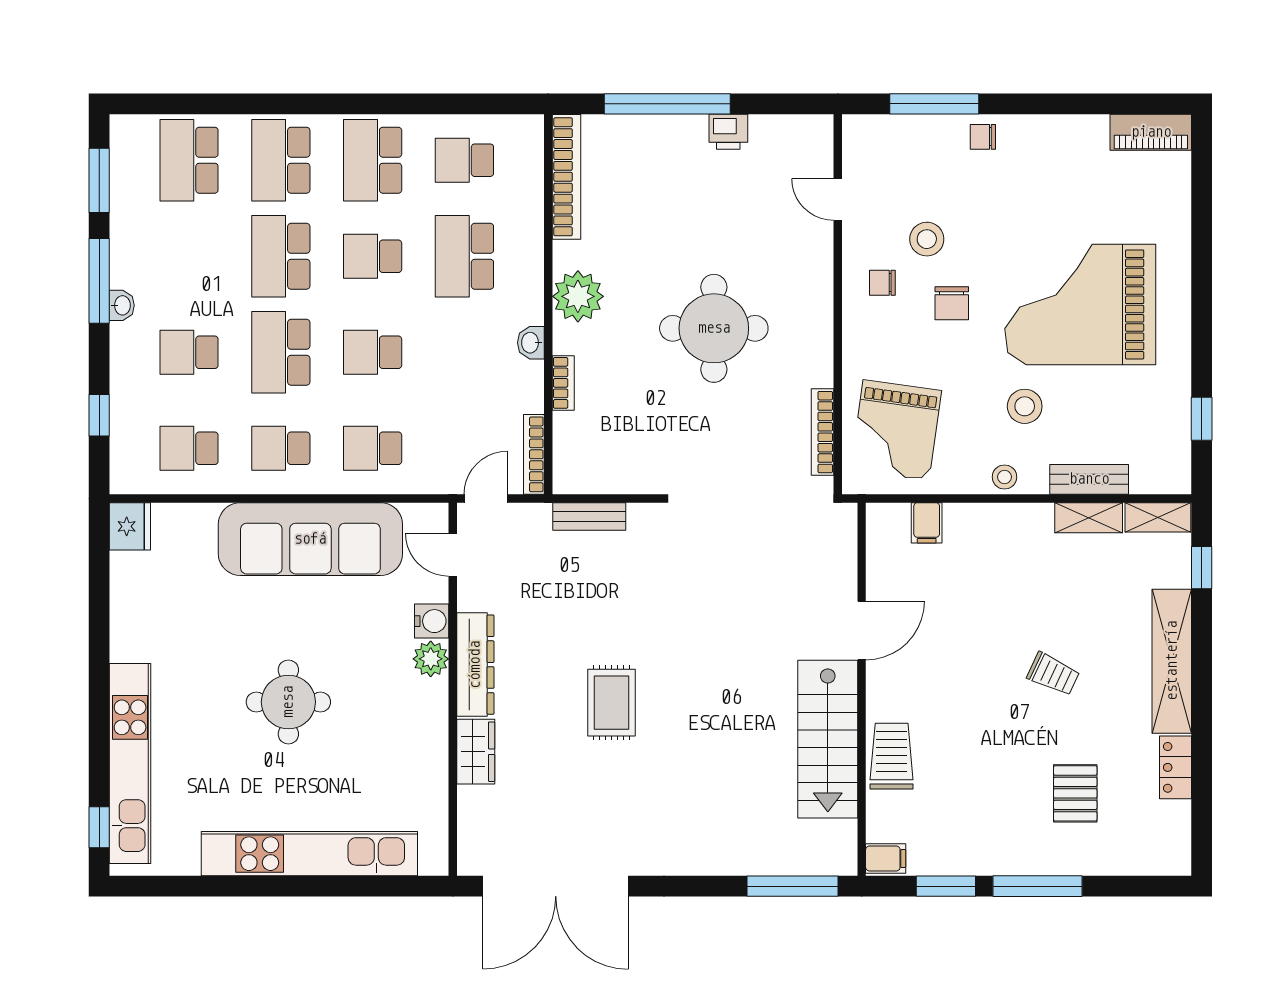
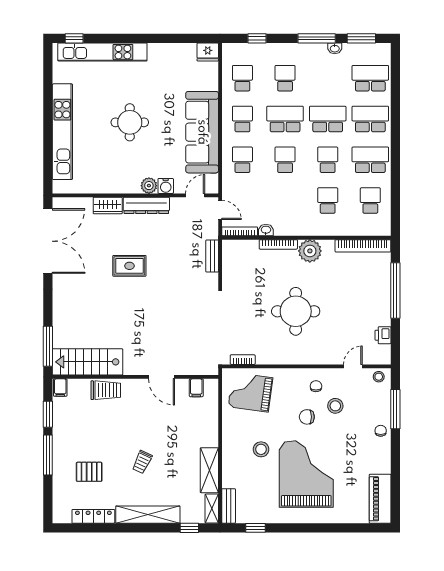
printer: (728, 132) -> (383, 335), moved
piano: (1151, 132) -> (380, 499), width x1.37, depth x1.33
school desk: (464, 256) -> (328, 201), width x0.54
washbasin: (122, 305) -> (335, 48), moved
washbasin: (531, 343) -> (266, 230), moved
bookcase: (563, 383) -> (278, 244), width x1.56
bookcase: (823, 432) -> (243, 360), width x0.64
stool: (1004, 477) -> (379, 377), moved
bench: (1089, 479) -> (229, 506), moved
shelving: (1089, 518) -> (209, 470), width x1.50, depth x1.33
filing cabinet: (927, 523) -> (196, 388), moved, turned -90
stairs: (828, 739) -> (88, 362), moved
locker: (1176, 767) -> (93, 516), width x1.53
double door: (556, 886) -> (48, 241), swing flipped

